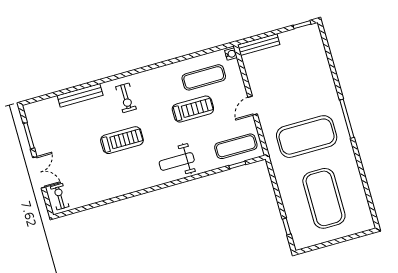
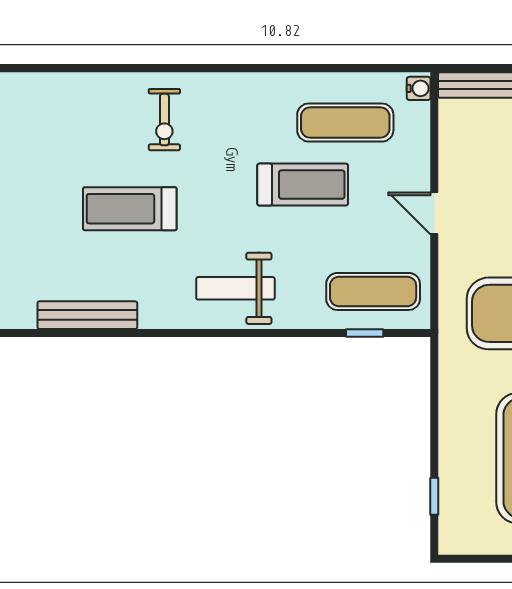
bench: (80, 95) -> (87, 315), moved
door: (253, 106) -> (434, 213), hinge flipped
treadmill: (122, 140) -> (130, 209), turned 180

